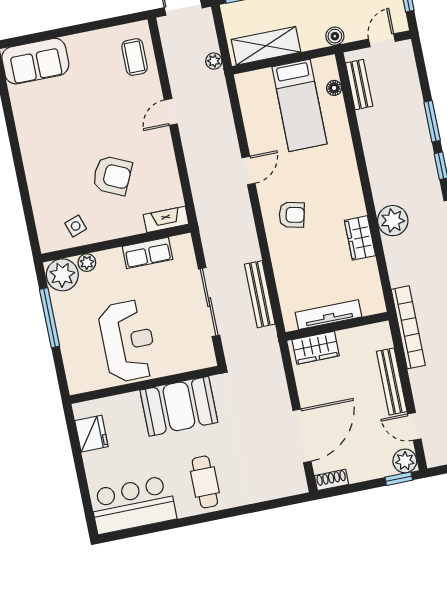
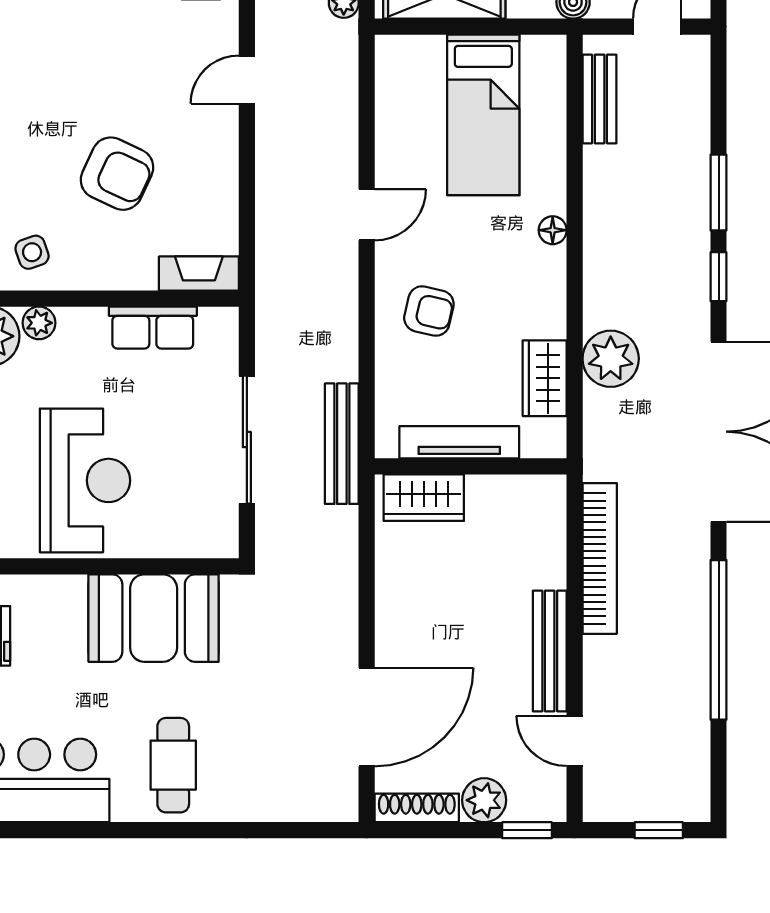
floor lamp: (334, 88) -> (553, 230), moved
tv unit: (328, 315) -> (459, 442), moved
wall: (337, 326) -> (471, 466), moved
wardrobe: (316, 348) -> (424, 498), moved
plant: (405, 461) -> (484, 800), moved
shoe rack: (331, 480) -> (417, 808), width x1.43

